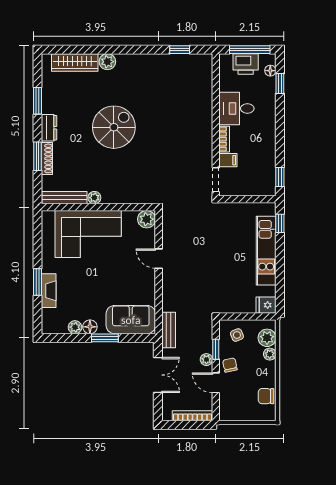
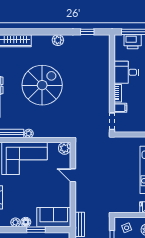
plant: (107, 62) -> (58, 40), moved
spiral stairs: (114, 127) -> (42, 85), width x1.37, depth x1.37

